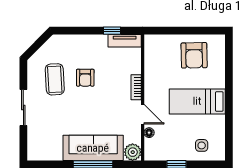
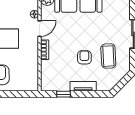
tv unit: (125, 41) -> (83, 86), moved
door: (143, 114) -> (39, 29), swing flipped

